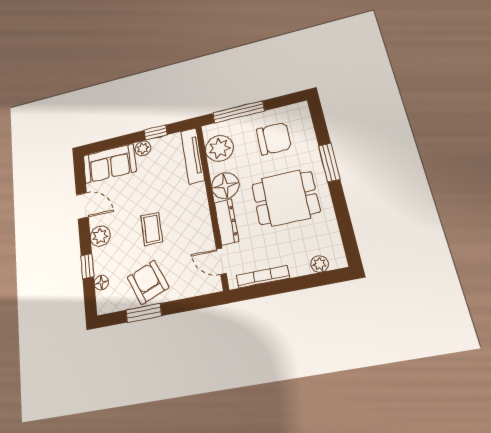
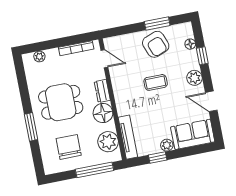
chair: (274, 139) -> (69, 147), turned 90
dresser: (227, 222) -> (102, 91), width x0.70
coffee table: (152, 229) -> (156, 82), turned 90

